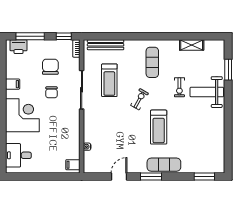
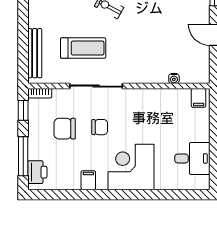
desk: (18, 155) -> (192, 158), moved, turned -90

